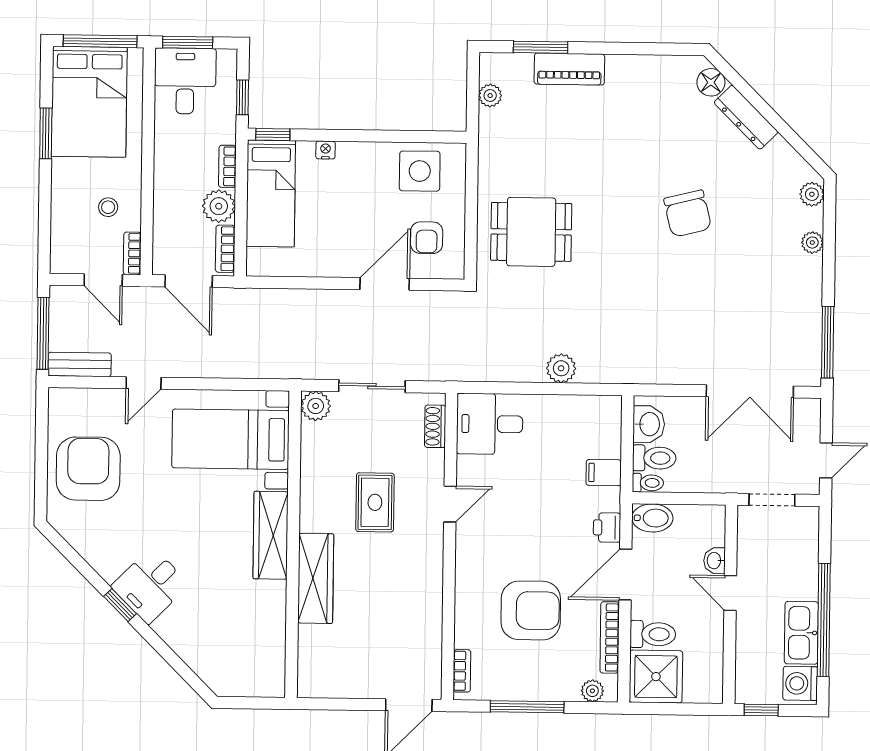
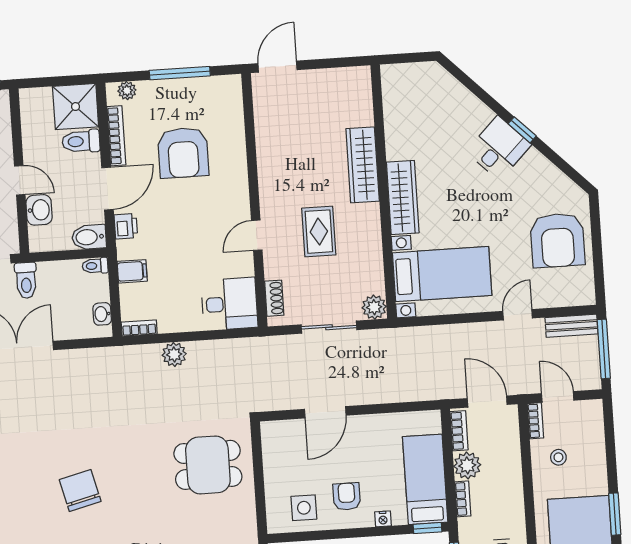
side table: (420, 171) -> (304, 508), width x0.73, depth x0.73
armchair: (427, 238) -> (347, 496), moved
washbasin: (649, 424) -> (102, 314), width x0.72, depth x0.69
toilet: (654, 458) -> (26, 280), moved, turned -90
washbasin: (715, 561) -> (39, 210), width x1.38, depth x1.45
armchair: (531, 610) -> (183, 153), turned -90
bookcase: (462, 671) -> (139, 328), moved, turned 90

